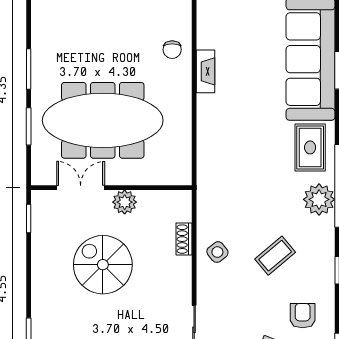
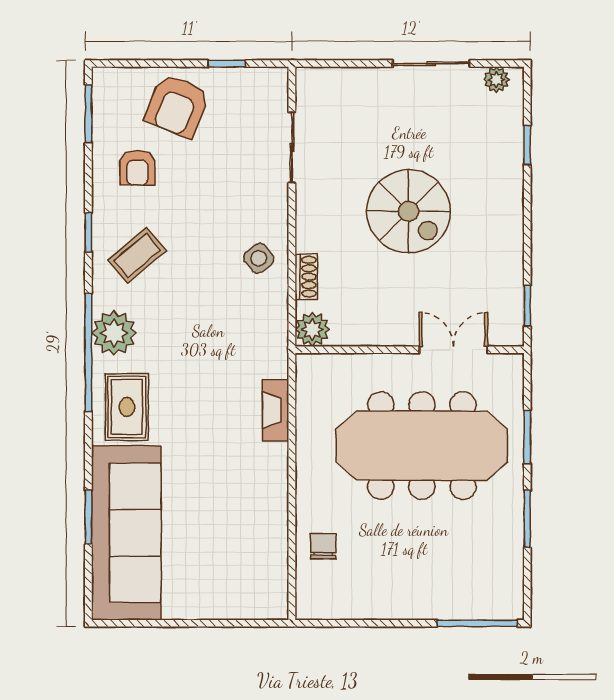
fireplace: (205, 71) -> (276, 410), moved
double door: (81, 188) -> (453, 350), swing flipped
plant: (125, 202) -> (312, 329), moved
coffee table: (275, 256) -> (137, 255), moved
spiral stairs: (103, 265) -> (409, 211), moved

